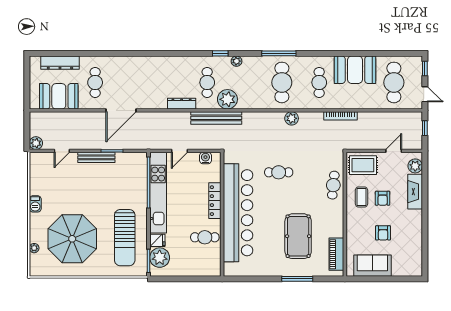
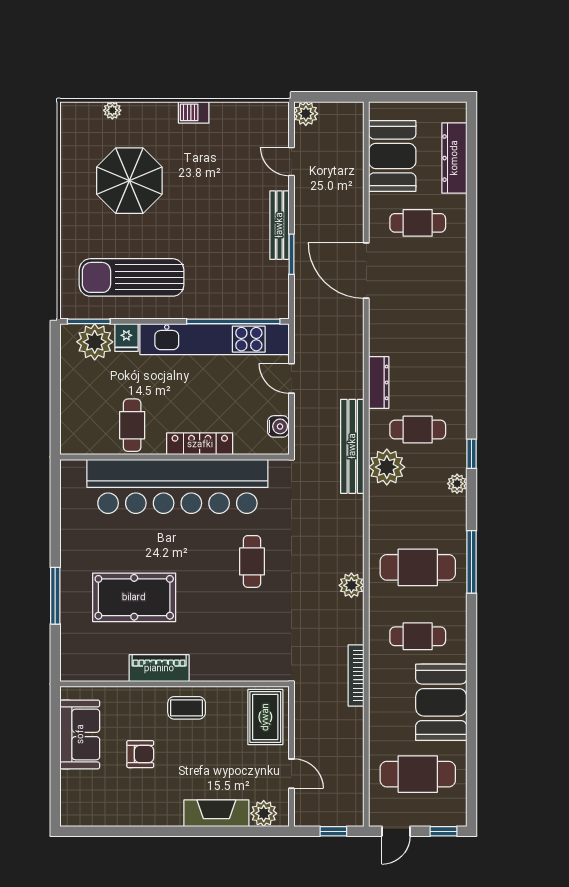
cafe table: (333, 185) -> (228, 662), removed
coffee table: (361, 197) -> (187, 708), moved
armchair: (383, 198) -> (204, 753), removed
armchair: (383, 233) -> (140, 754), turned 180
parasol: (72, 239) -> (129, 181), width x0.73, depth x0.73
piano: (336, 254) -> (159, 668), moved

